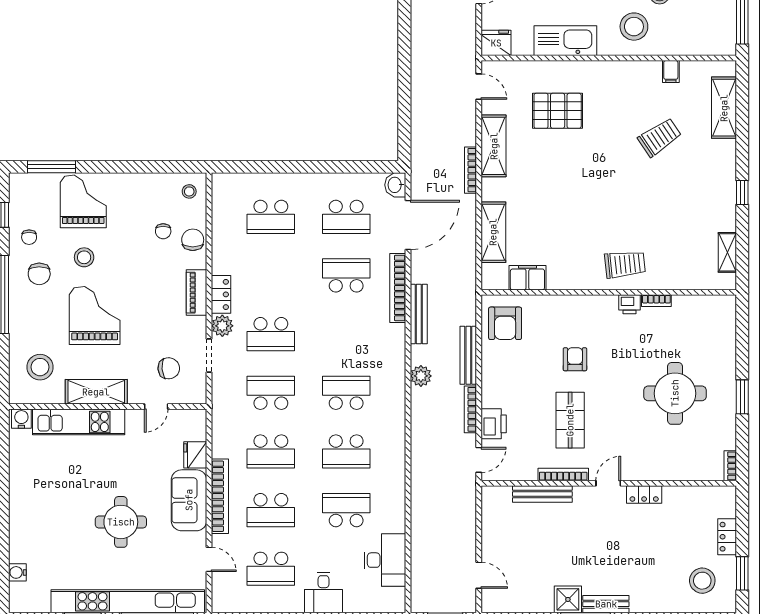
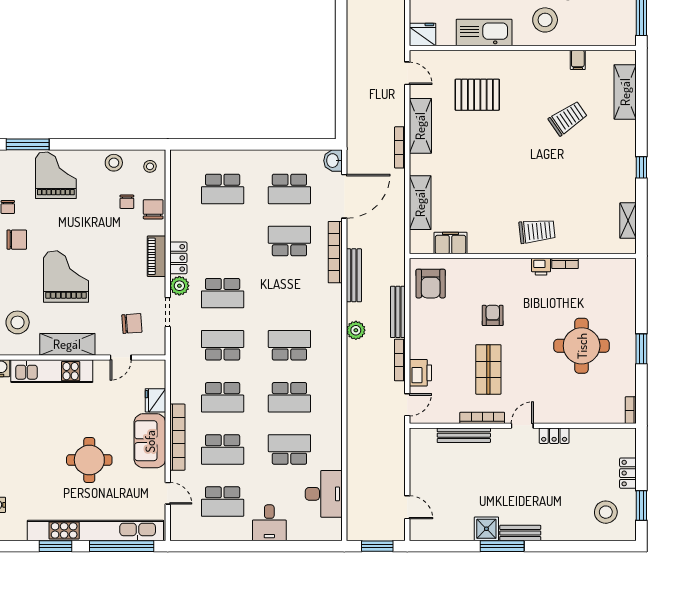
stool: (84, 257) -> (114, 163), moved
chair: (39, 274) -> (17, 240), turned -90

